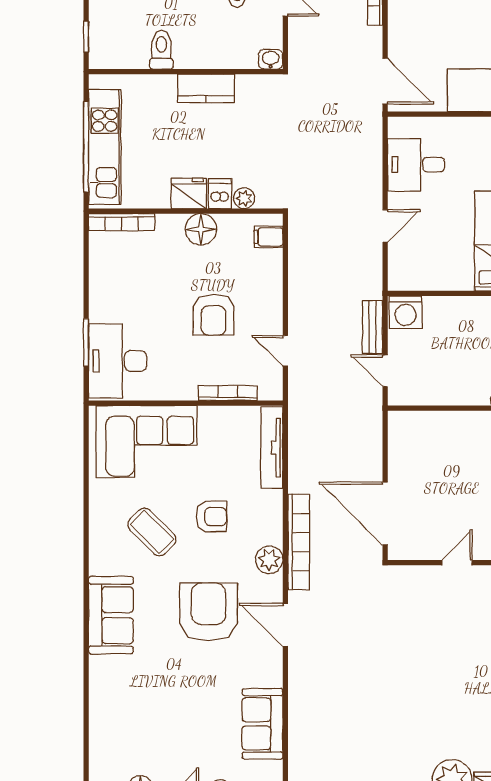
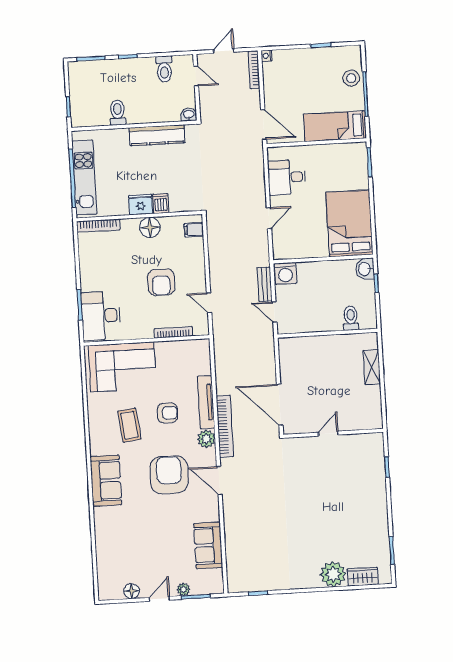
kitchen counter: (206, 88) -> (157, 135), width x1.50
plant: (244, 198) -> (177, 206), removed
tv unit: (272, 448) -> (206, 402), moved
coffee table: (152, 532) -> (129, 425), turned 38

